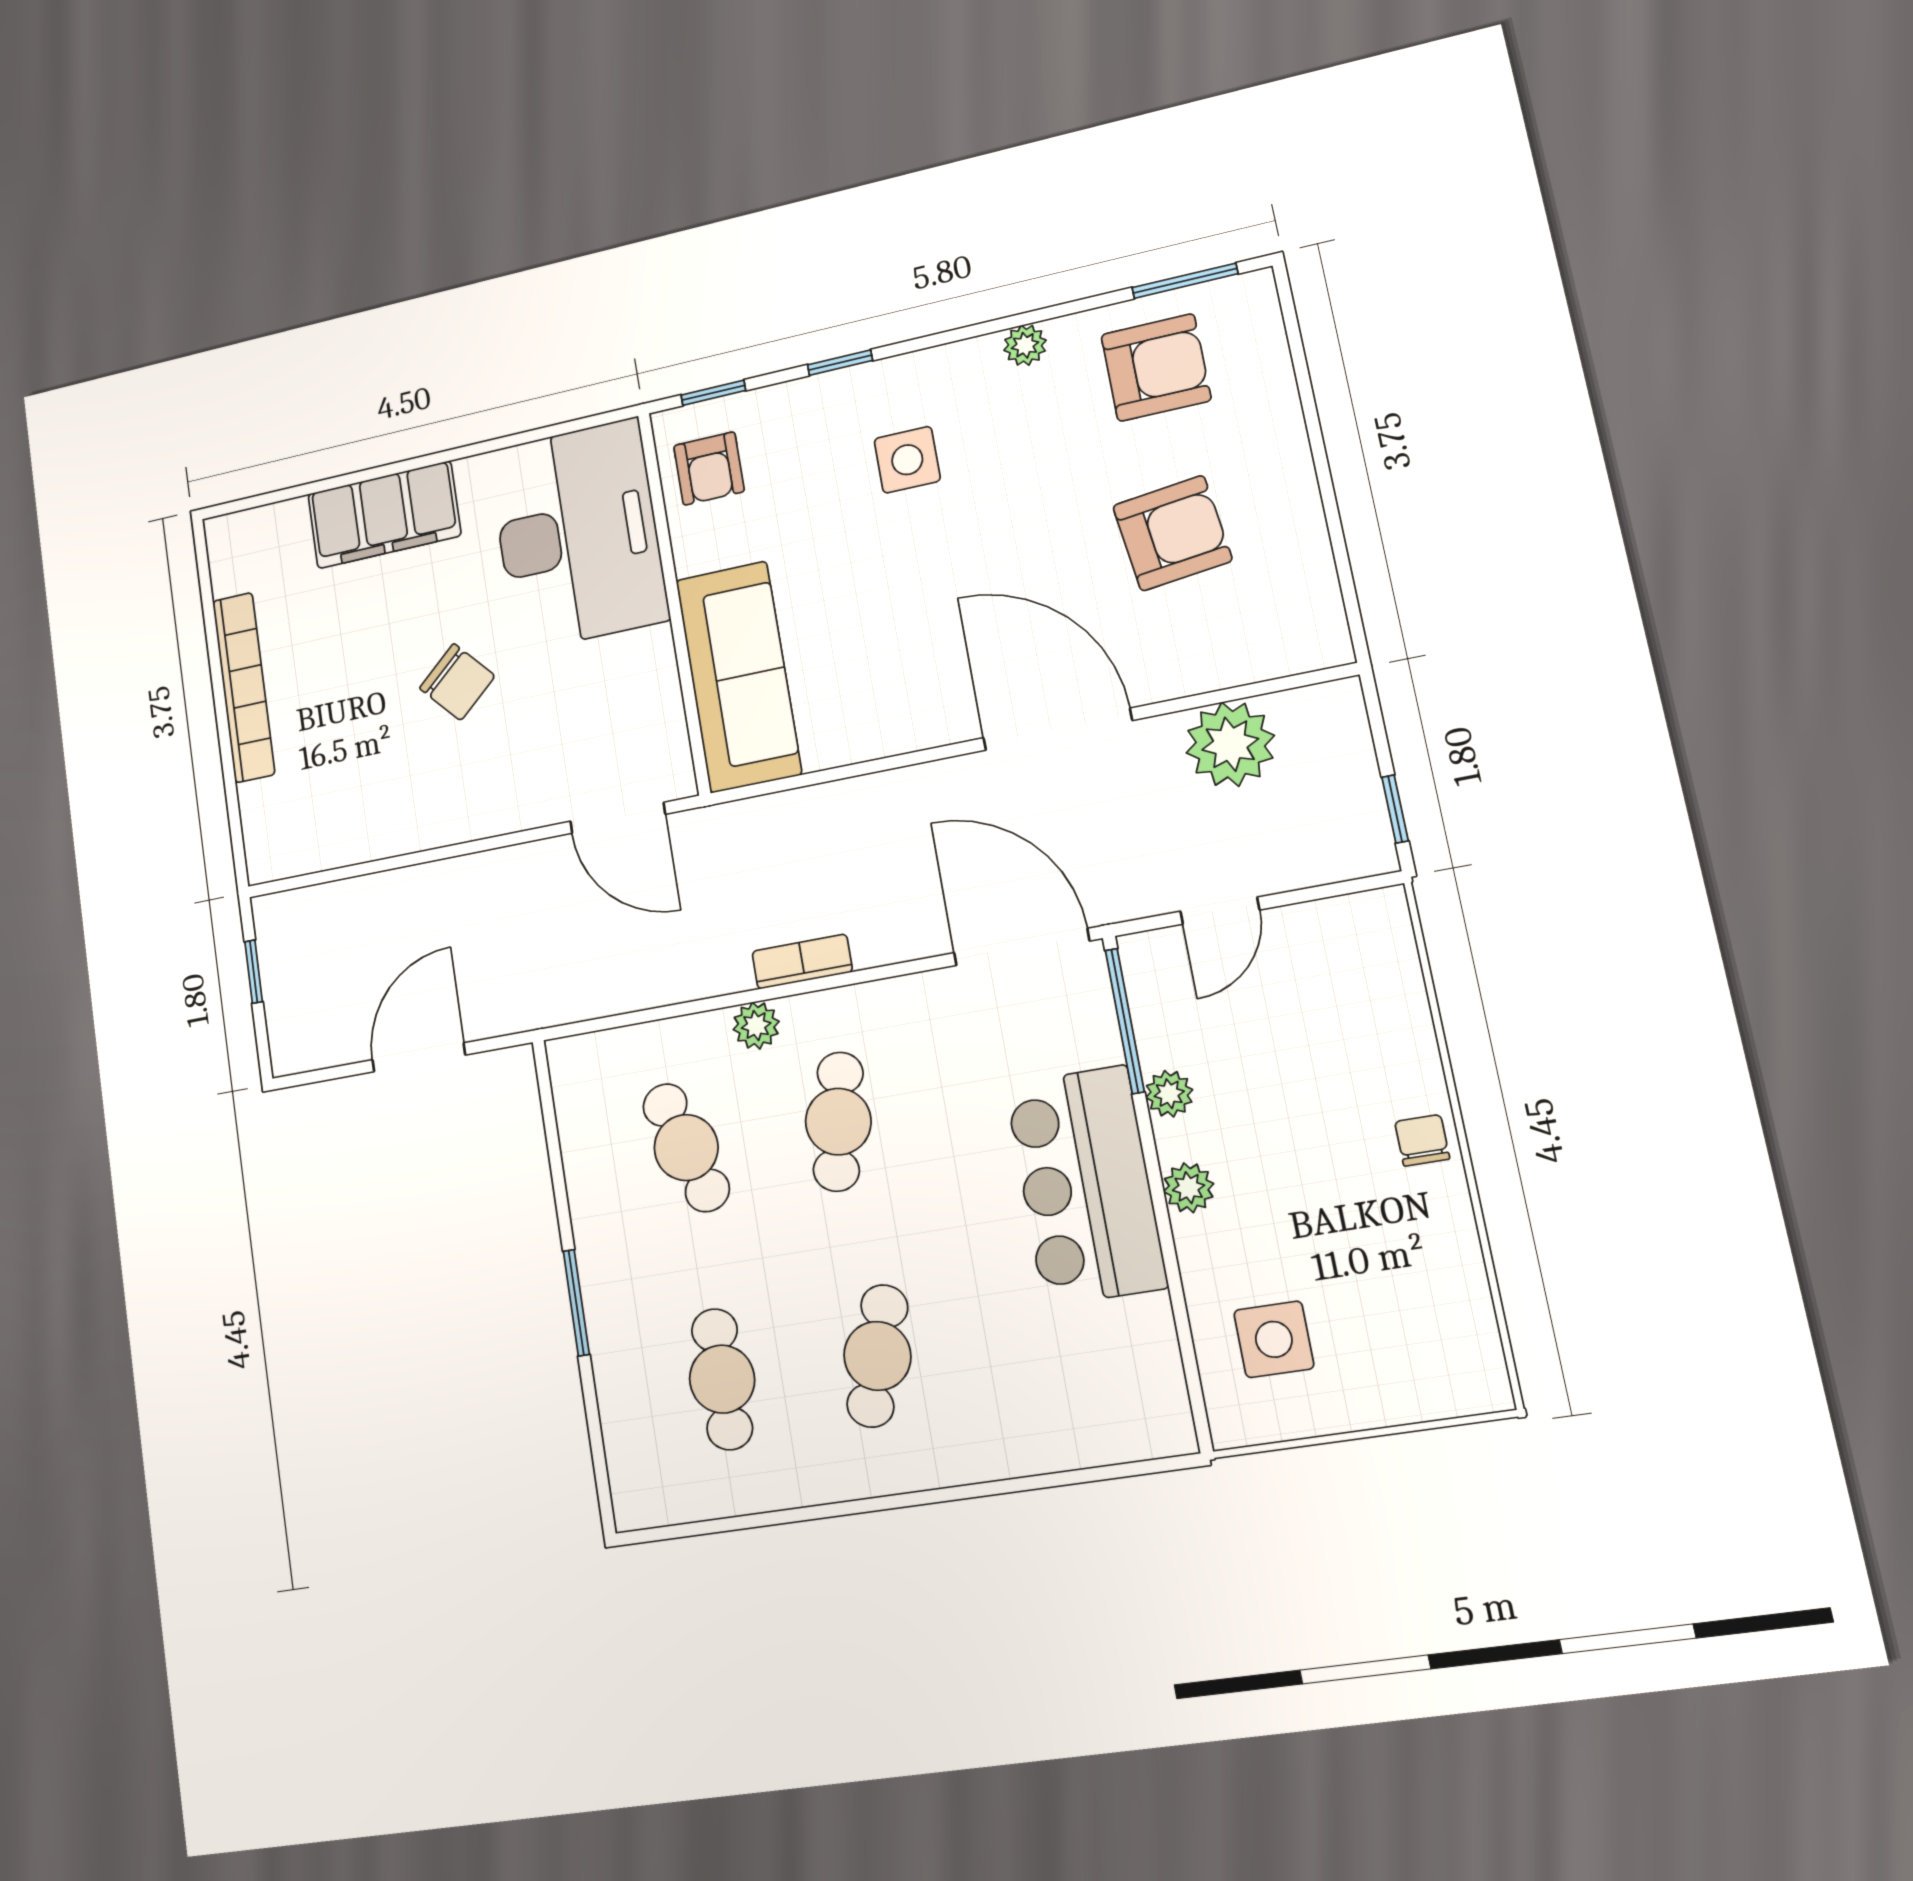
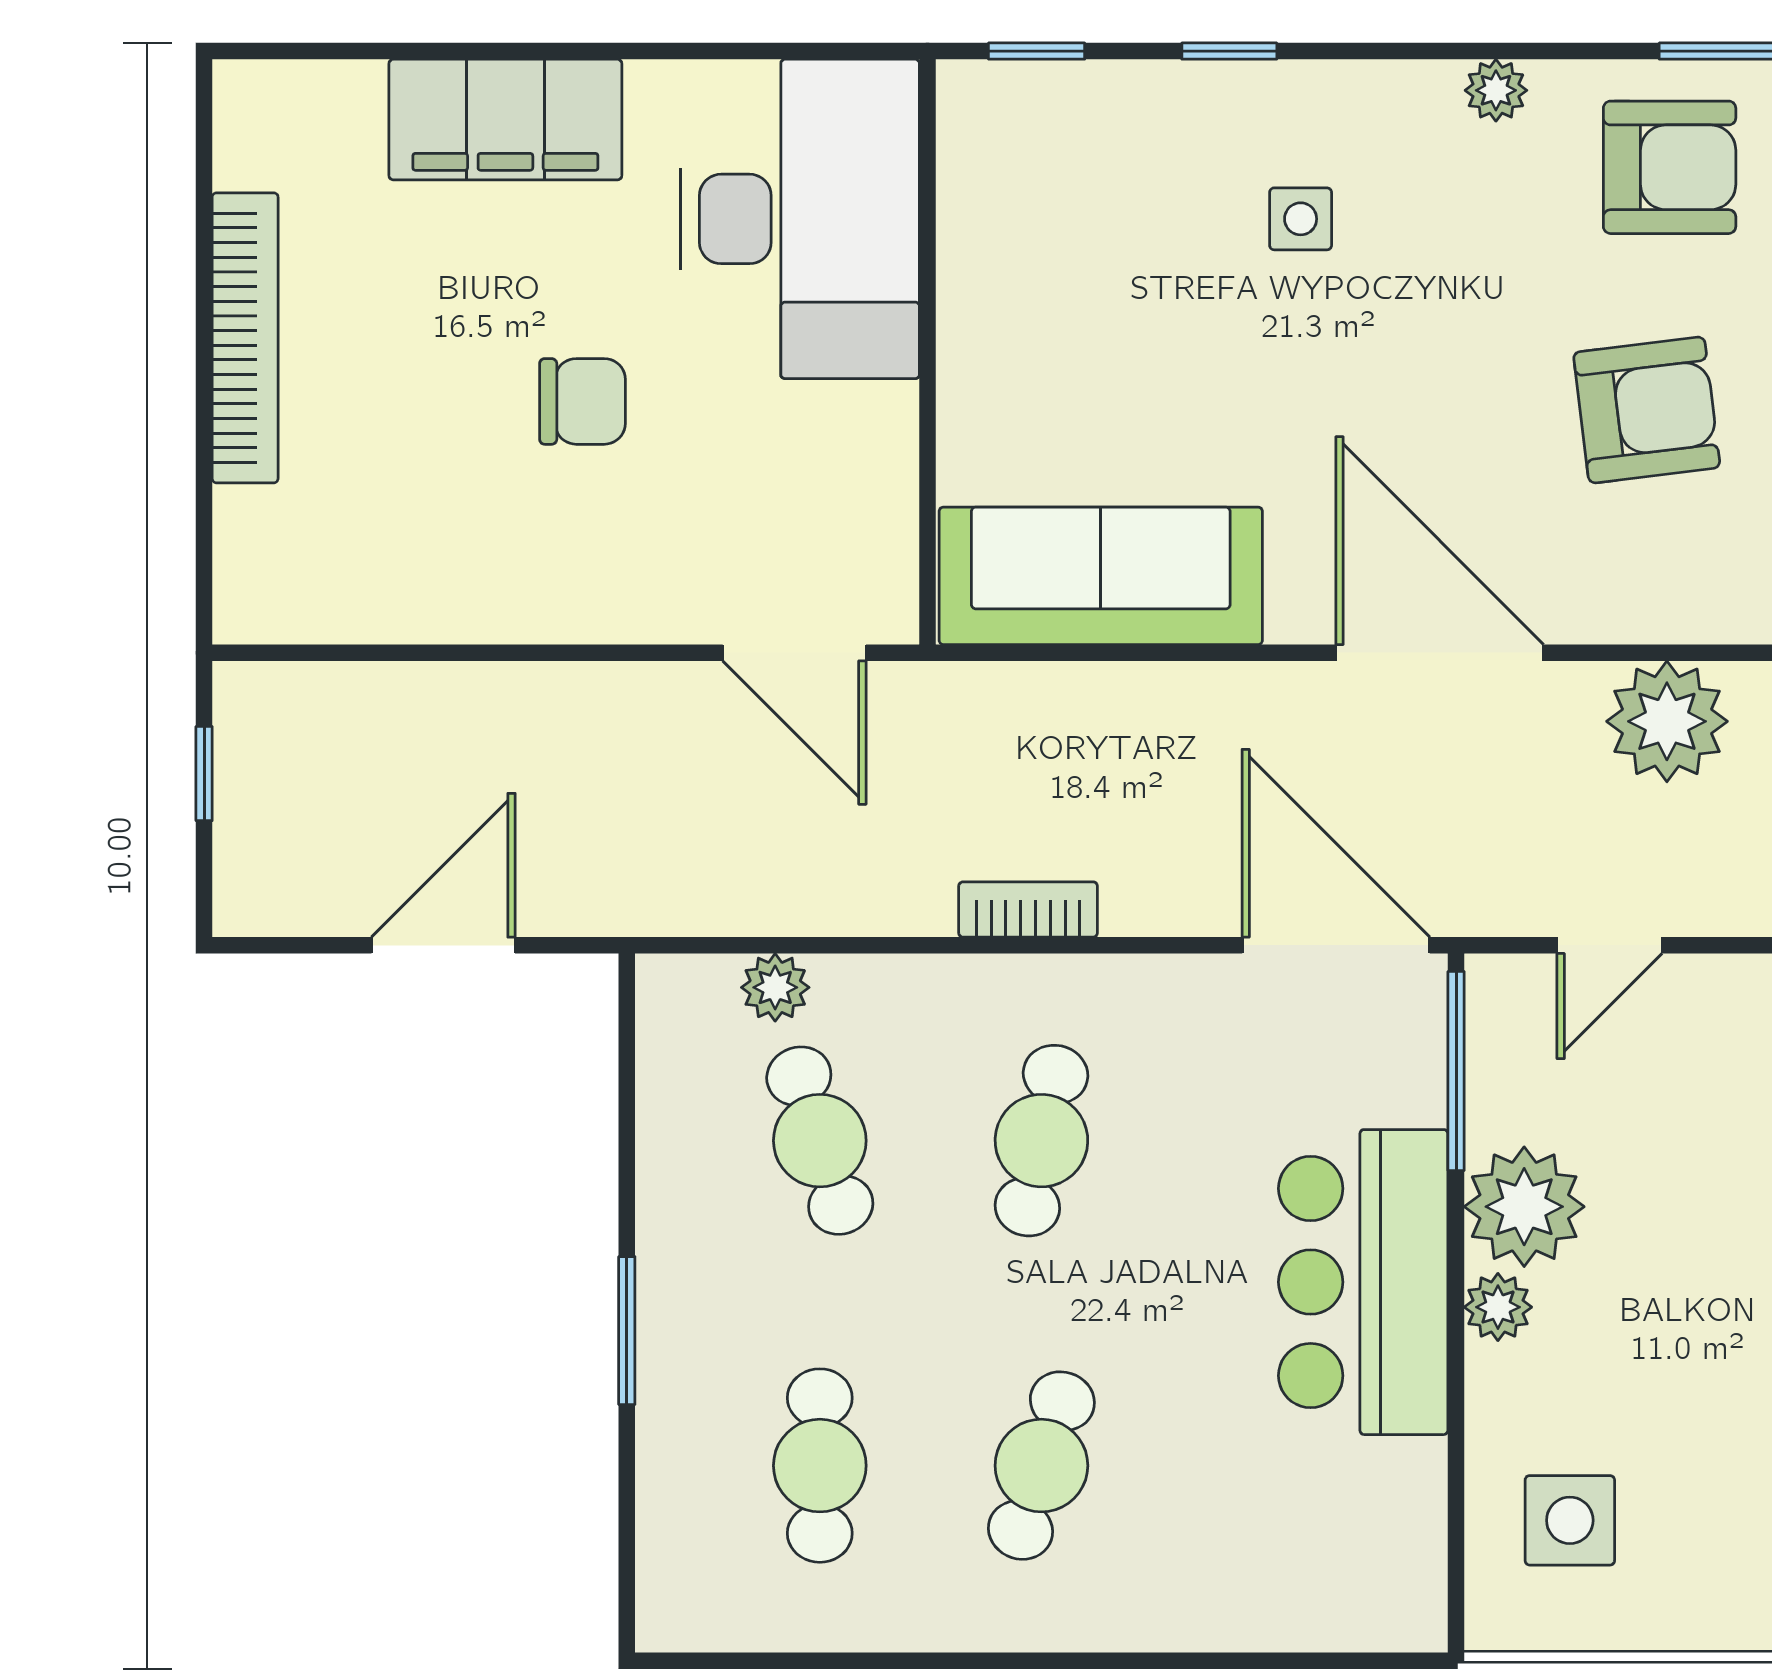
side table: (907, 460) -> (1301, 219), width x0.73, depth x0.73
armchair: (709, 468) -> (1012, 164), removed
sofa: (738, 677) -> (1101, 576), moved, turned -90
chair: (457, 682) -> (582, 401), turned -48
plant: (756, 1026) -> (775, 987), moved
plant: (1169, 1094) -> (1524, 1207), width x1.87, depth x1.87

